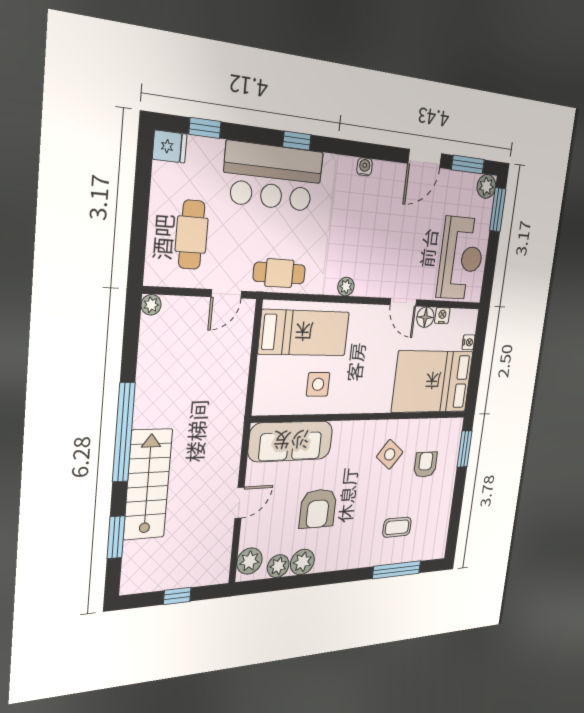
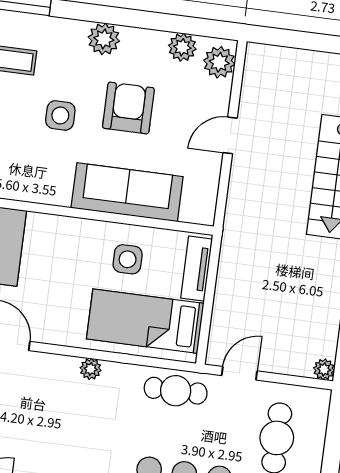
tv unit: (264, 384) -> (197, 269), added
sofa: (291, 441) -> (127, 192), moved
side table: (390, 454) -> (60, 115), moved, turned -38
plant: (302, 562) -> (104, 39), moved
window: (177, 596) -> (309, 41), removed

